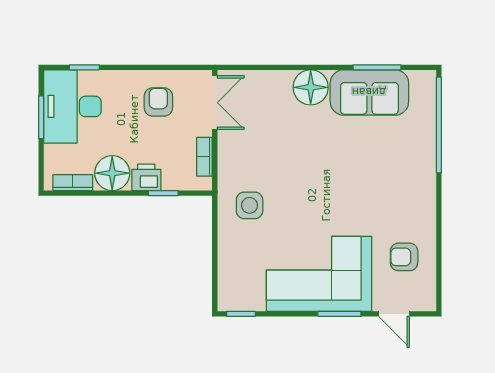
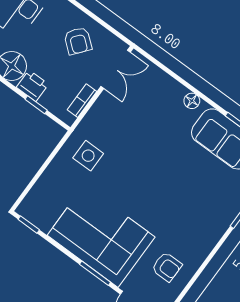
floor lamp: (311, 87) -> (192, 101), width x0.53, depth x0.53
armchair: (158, 102) -> (78, 41), turned 129
armchair: (404, 257) -> (167, 267), turned 180

